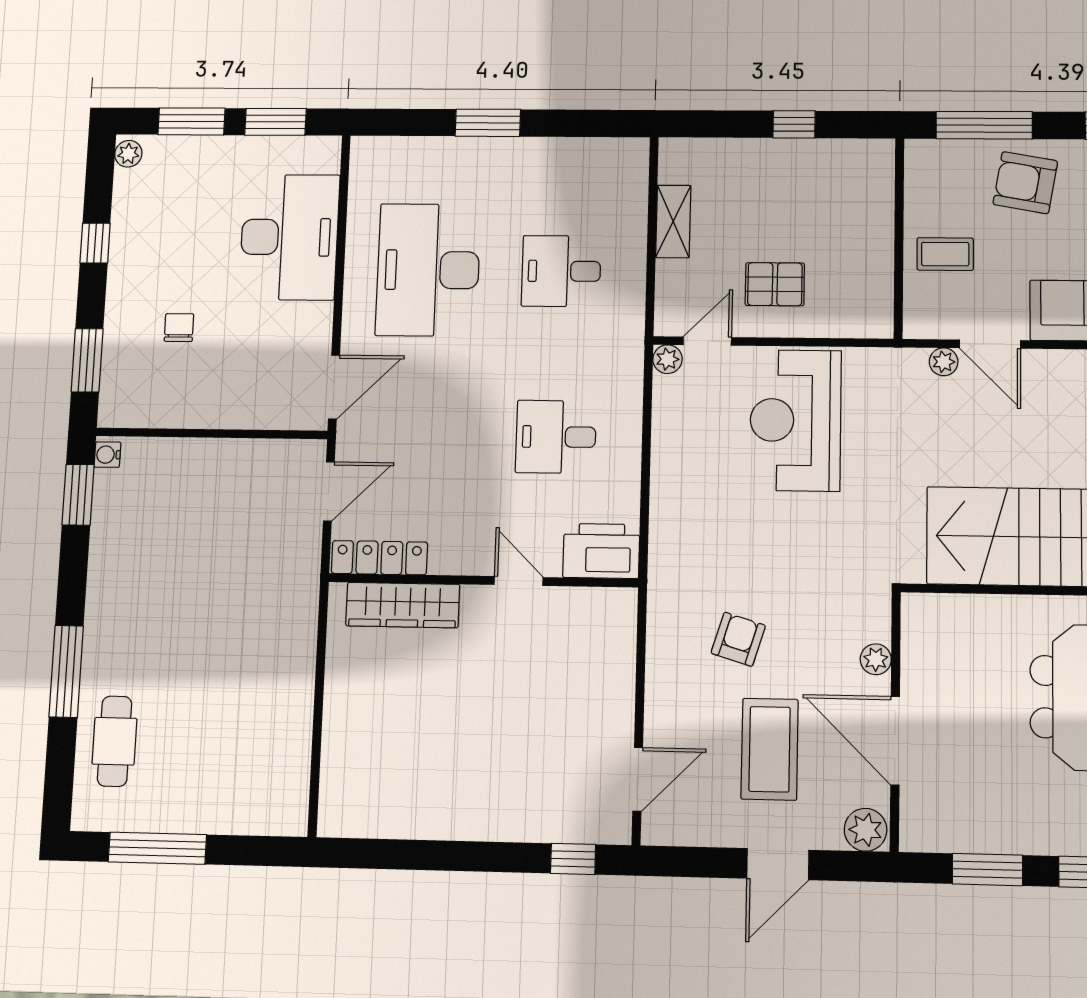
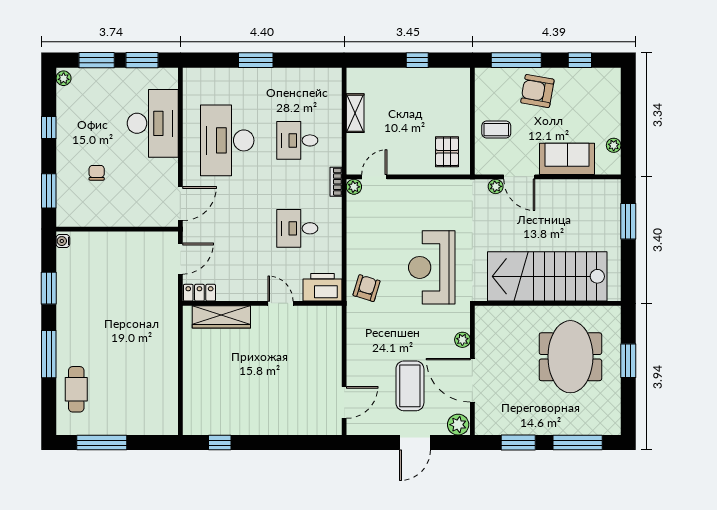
pallet: (775, 284) -> (447, 152), moved, turned 90
bookcase: (633, 349) -> (336, 182), added
reception desk: (795, 420) -> (432, 267), moved
window: (78, 495) -> (49, 288), moved
locker: (379, 558) -> (199, 293), width x0.66
armchair: (738, 639) -> (367, 288), moved
window: (573, 859) -> (220, 443), moved

